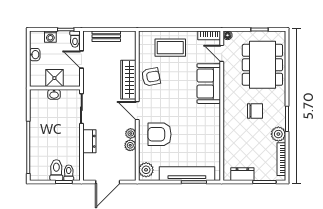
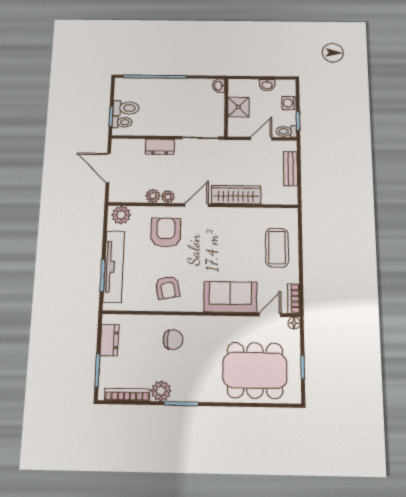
armchair: (151, 77) -> (168, 287), moved
washbasin: (54, 94) -> (219, 86), moved
chair: (255, 111) -> (173, 340), moved, turned -90

